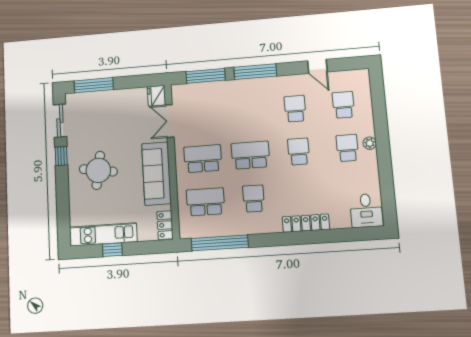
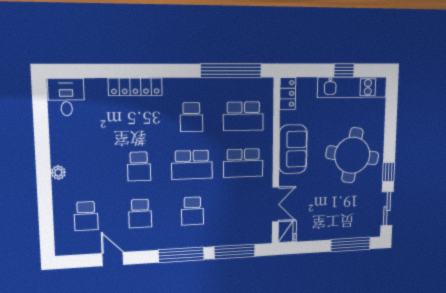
school desk: (347, 148) -> (192, 211), moved
round table: (98, 170) -> (352, 155), width x1.36, depth x1.36
sofa: (156, 174) -> (293, 149), width x0.73

